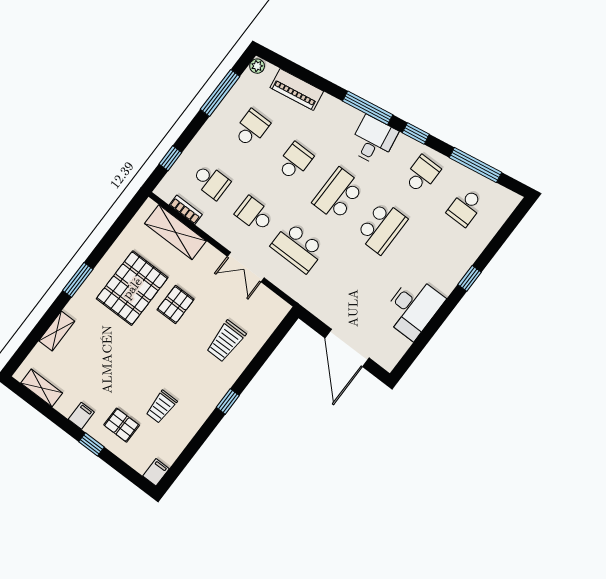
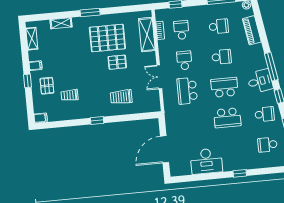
school desk: (211, 181) -> (181, 30), turned 180

